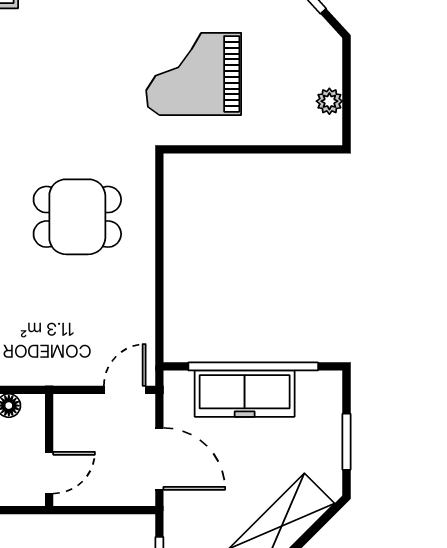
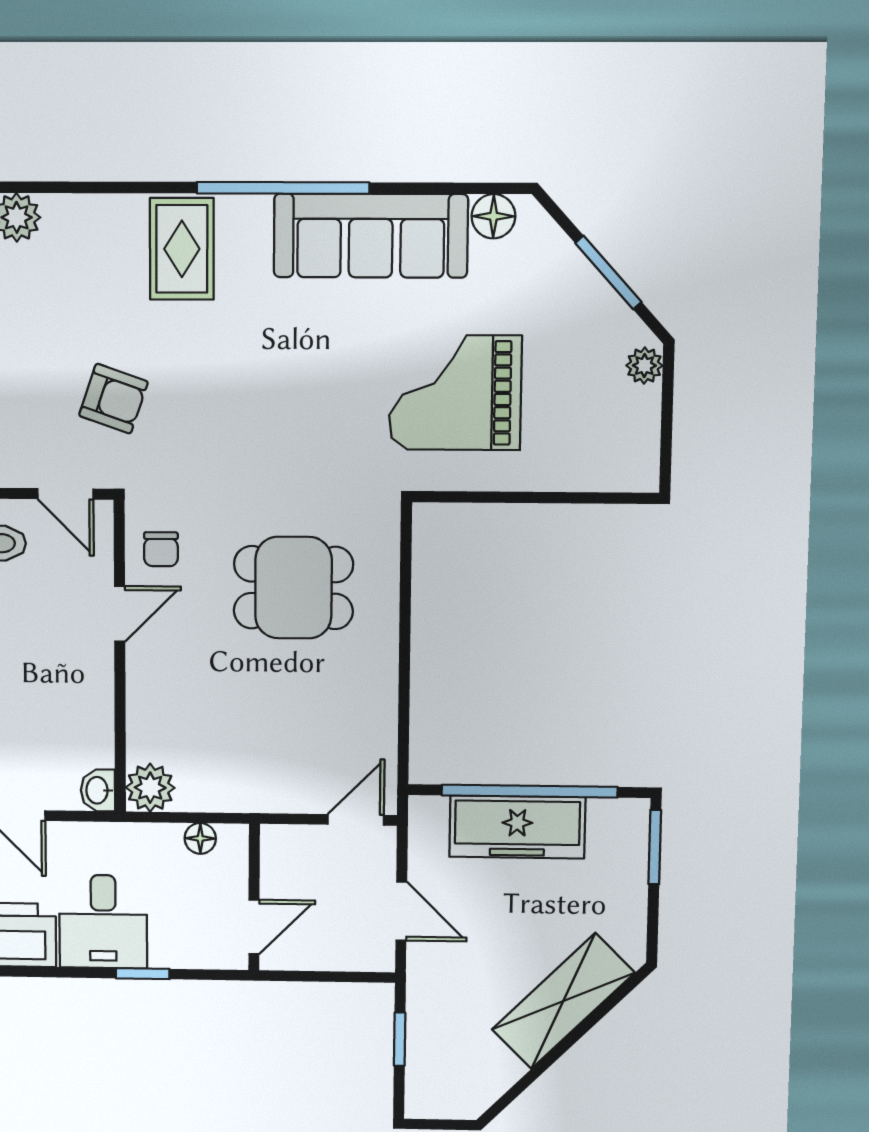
plant: (329, 101) -> (644, 366), moved
window: (347, 442) -> (655, 847), moved
door: (159, 459) -> (401, 911), width x0.73

